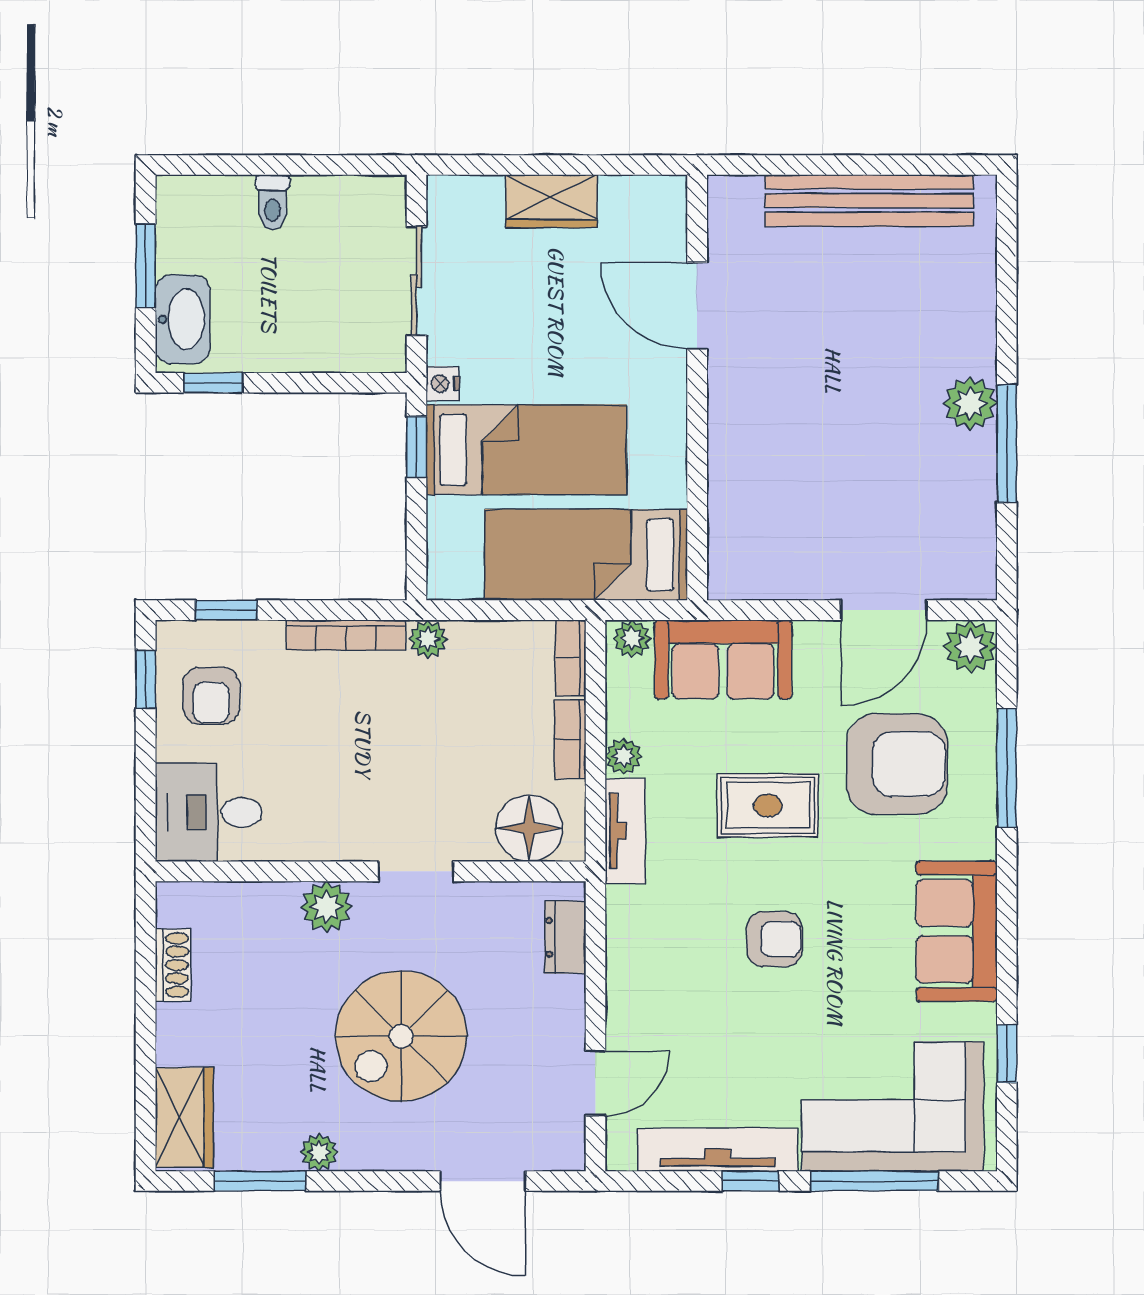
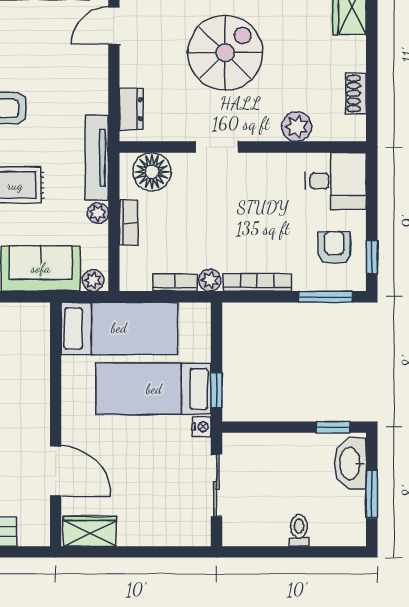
wardrobe: (551, 201) -> (90, 531), moved
window: (226, 610) -> (325, 297), width x1.50
bookcase: (571, 658) -> (175, 283), moved, turned -90
tv unit: (625, 831) -> (97, 158), width x1.41
plant: (326, 907) -> (297, 127), moved

